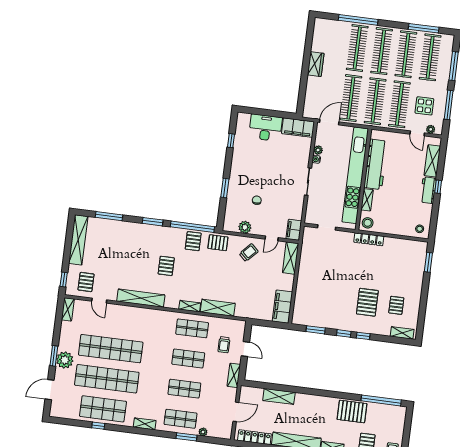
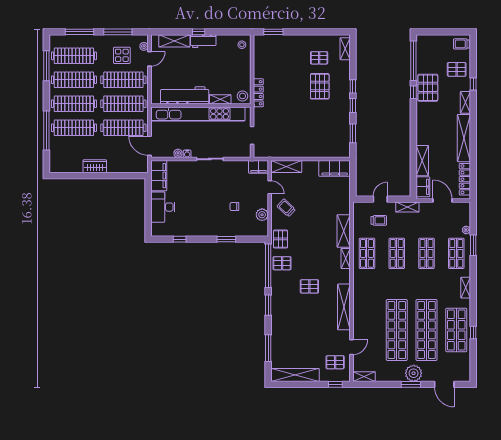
pallet: (367, 302) -> (320, 86), turned 90
filing cabinet: (252, 394) -> (423, 187), added
window: (349, 396) -> (413, 92), added

